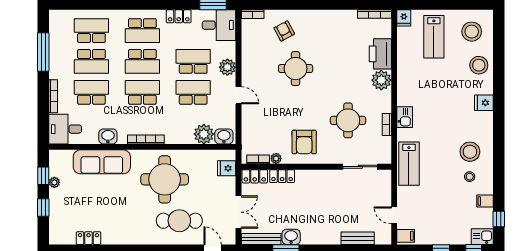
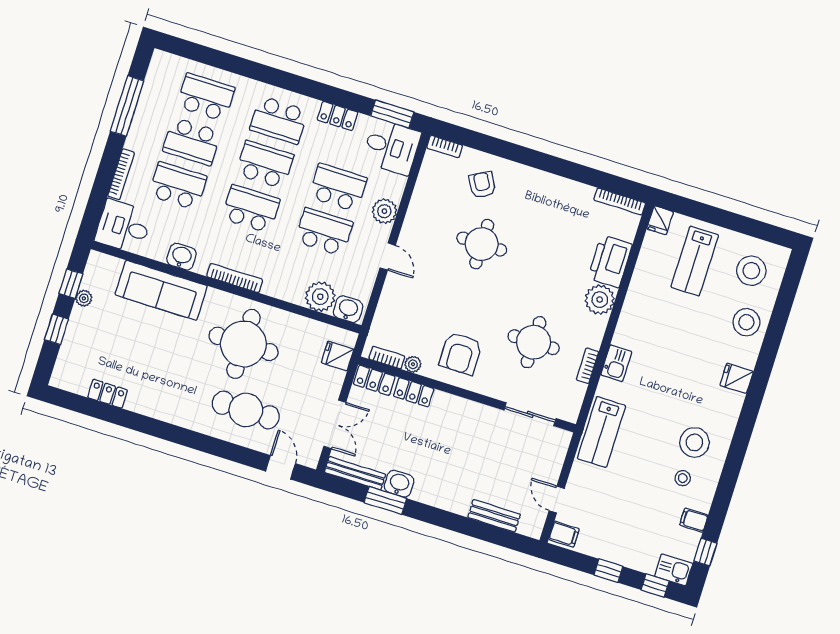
school desk: (142, 61) -> (265, 164), turned 180

